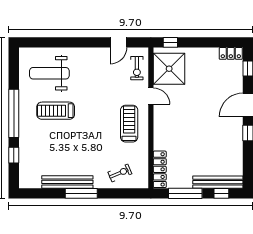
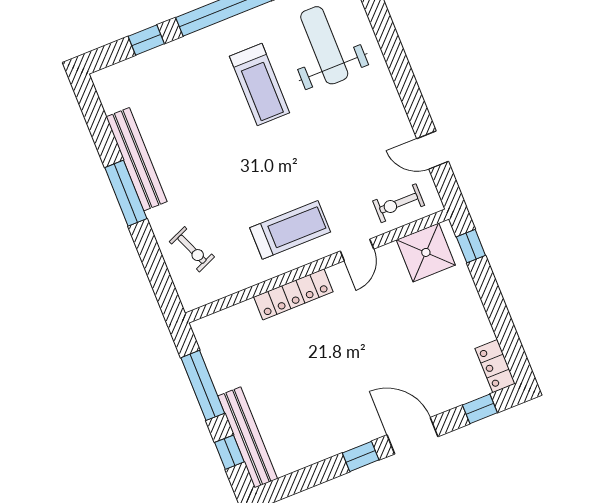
shower: (169, 69) -> (426, 252), width x0.73, depth x0.73
treadmill: (56, 111) -> (260, 85), turned 180
locker: (160, 169) -> (293, 294), moved

